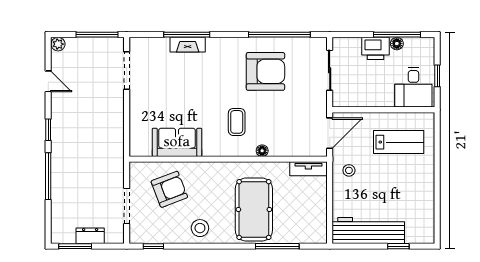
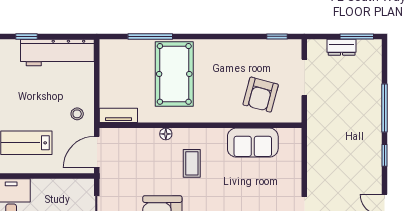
armchair: (169, 189) -> (261, 95), turned -54
stool: (200, 228) -> (229, 55), removed

